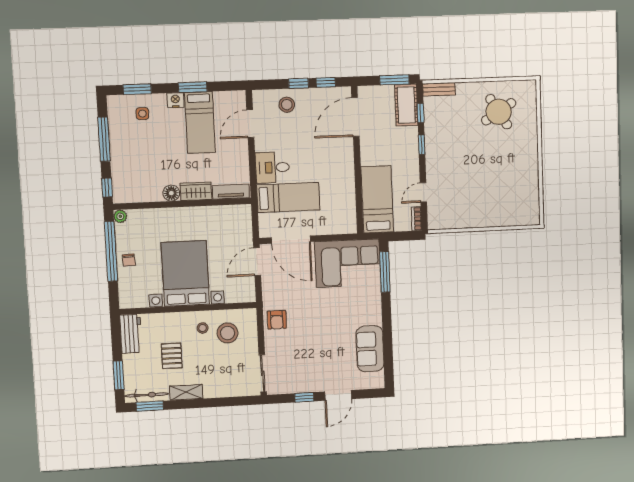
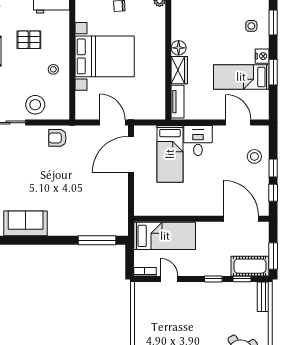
corner sofa: (348, 263) -> (107, 206), removed
stool: (227, 333) -> (35, 105), moved

